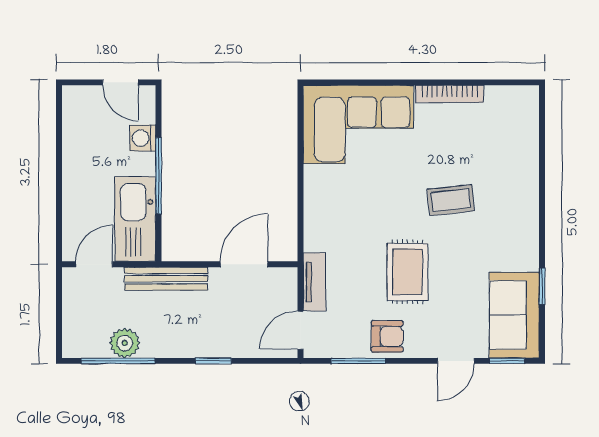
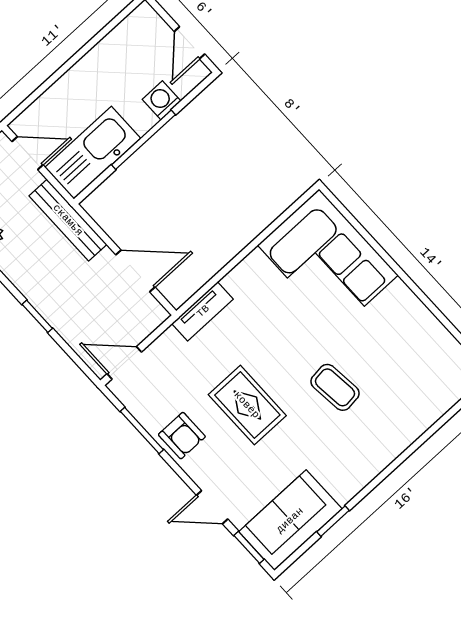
bookcase: (450, 94) -> (418, 310), removed
rug: (408, 272) -> (247, 405), turned 90
tv unit: (314, 282) -> (203, 311), moved

